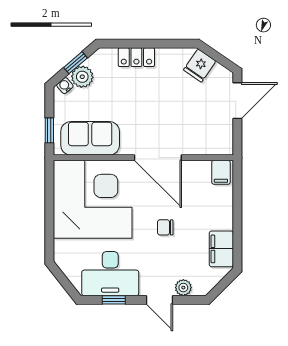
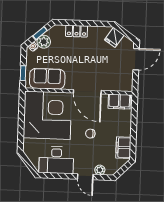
filing cabinet: (221, 172) -> (119, 102), width x2.00
window: (114, 300) -> (58, 176), removed

